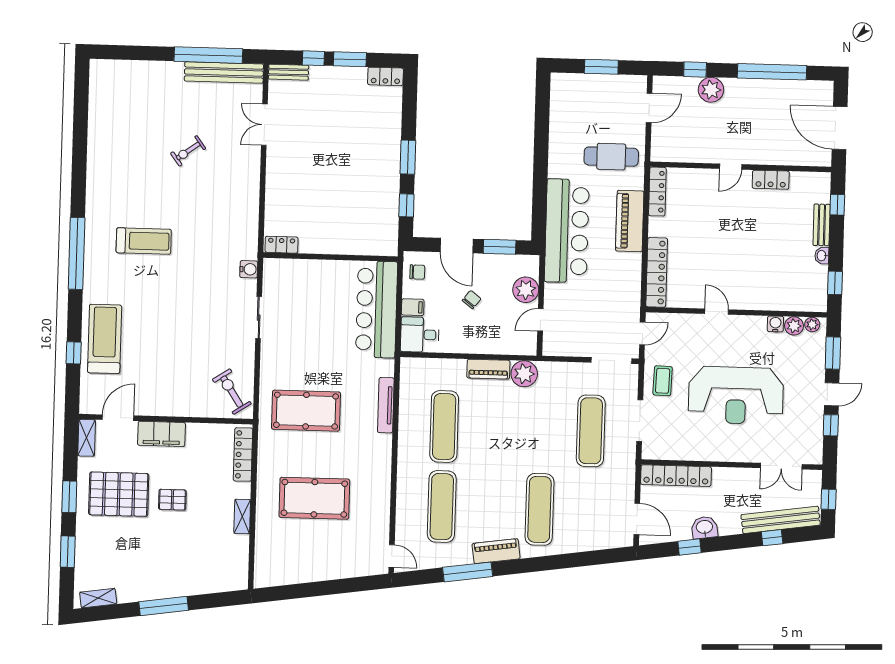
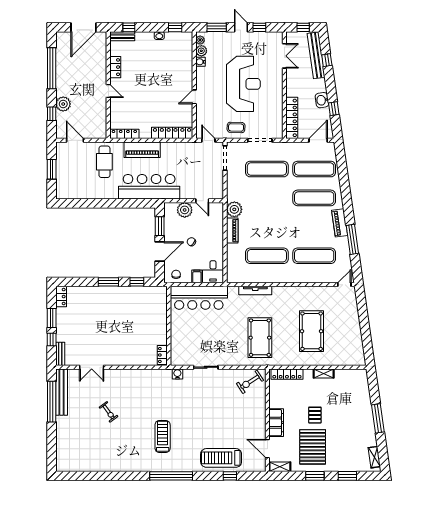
bench: (822, 225) -> (122, 36), moved
exercise mat: (588, 511) -> (314, 169), added

